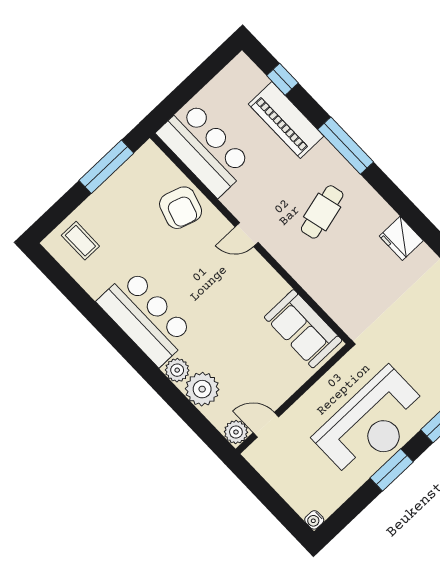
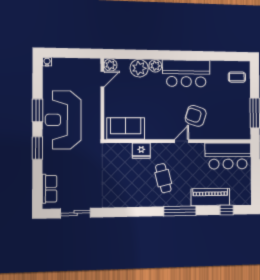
armchair: (181, 208) -> (196, 116), moved
fridge: (401, 238) -> (141, 151), moved, turned 180

